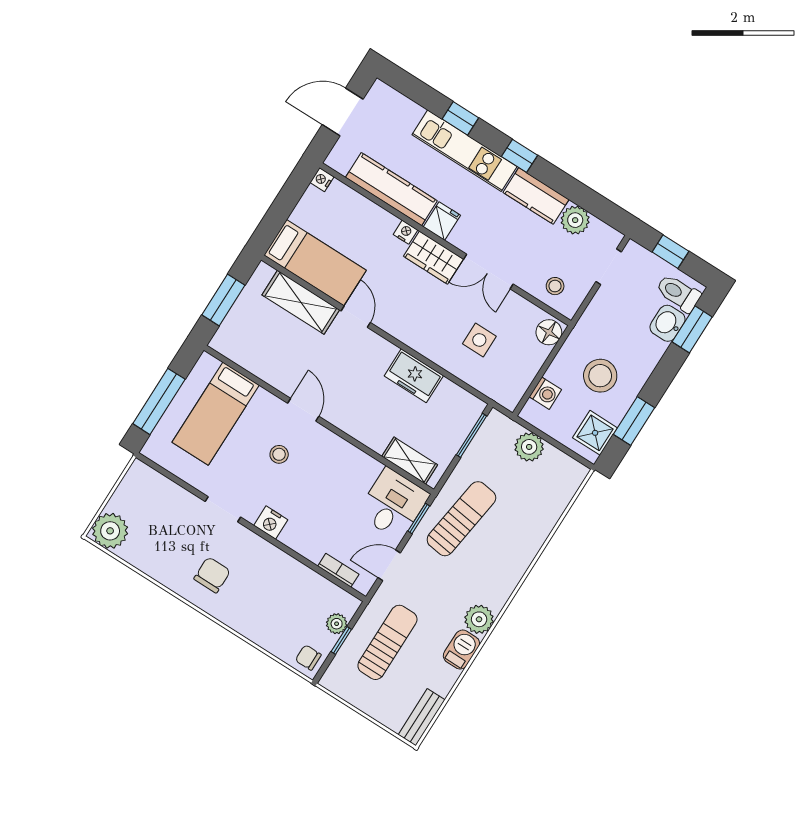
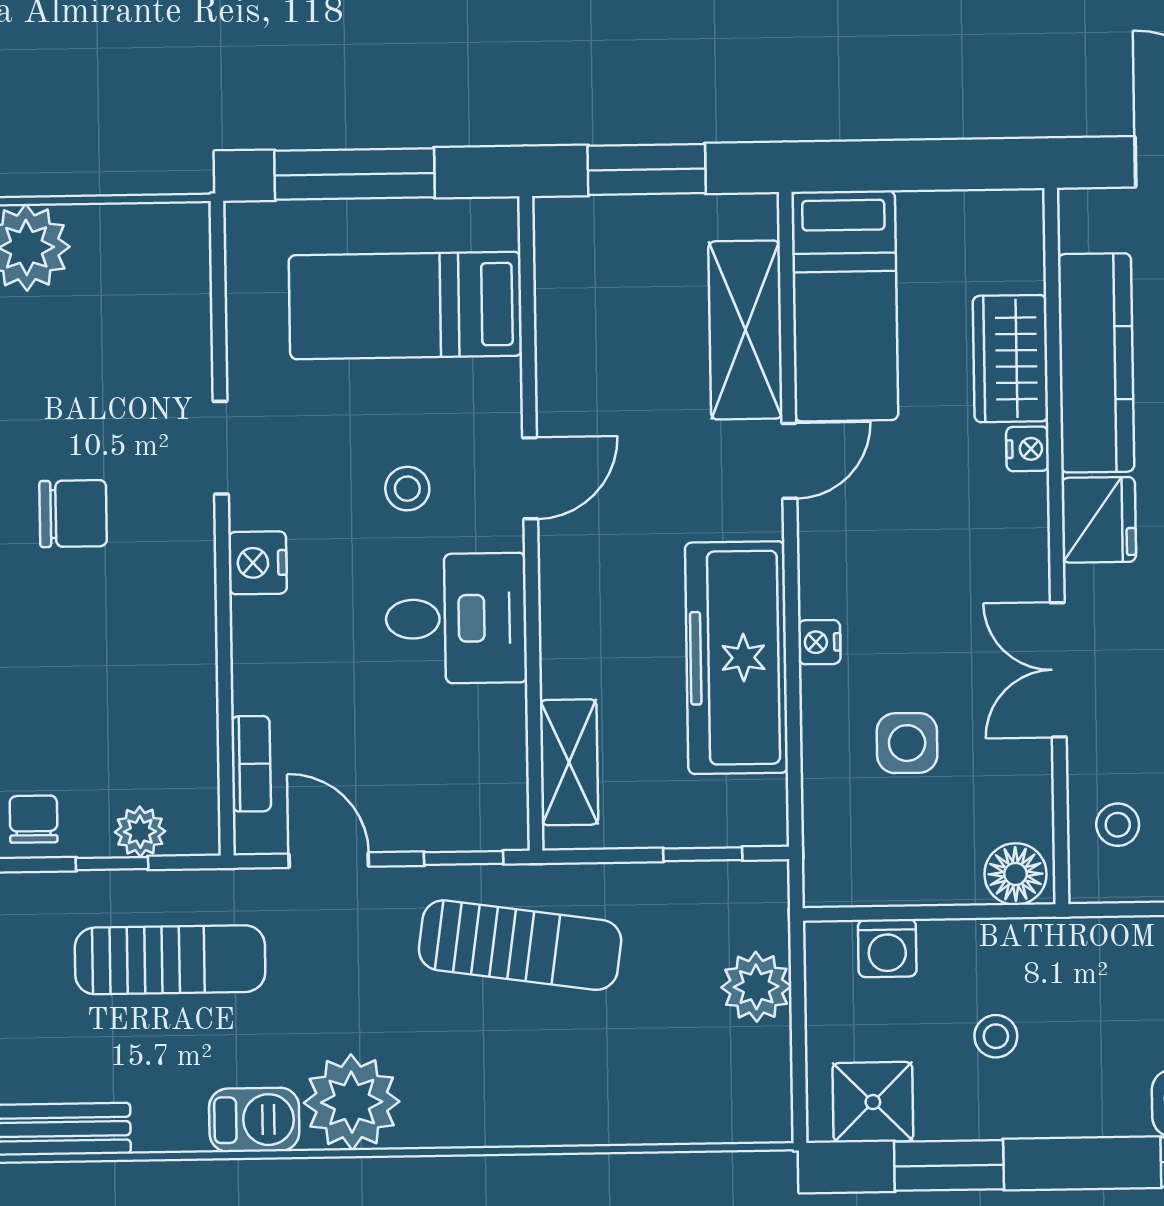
nightstand: (322, 180) -> (819, 642), moved, turned -90
fridge: (442, 221) -> (1099, 520), width x1.38
wardrobe: (433, 258) -> (1010, 359), moved
freezer: (414, 376) -> (736, 658), width x1.91, depth x1.26
stool: (600, 376) -> (996, 1036), width x0.53, depth x0.53
window: (471, 435) -> (703, 854), width x0.67
desk: (393, 504) -> (456, 618), moved
plant: (479, 619) -> (352, 1102), width x1.36, depth x1.36

